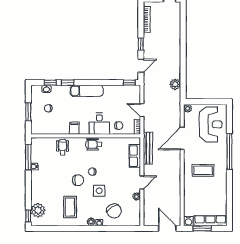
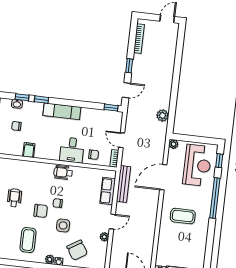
window: (229, 118) -> (219, 161), added
filing cabinet: (74, 128) -> (29, 150), moved
wheelchair: (63, 147) -> (14, 198), moved

